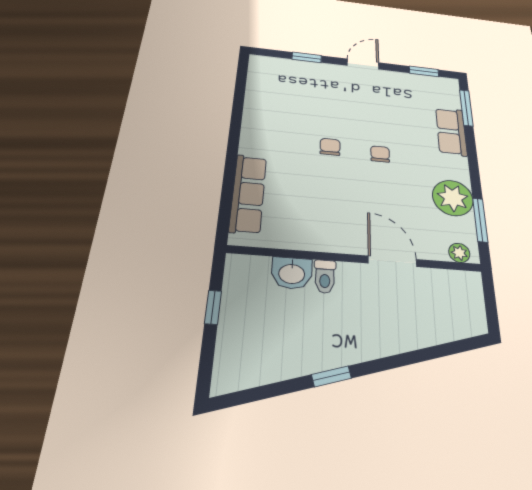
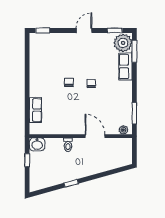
window: (307, 57) -> (43, 30), moved
row of seats: (248, 194) -> (35, 110), width x0.68
plant: (453, 198) -> (123, 43), moved
washbasin: (292, 273) -> (37, 144), moved

